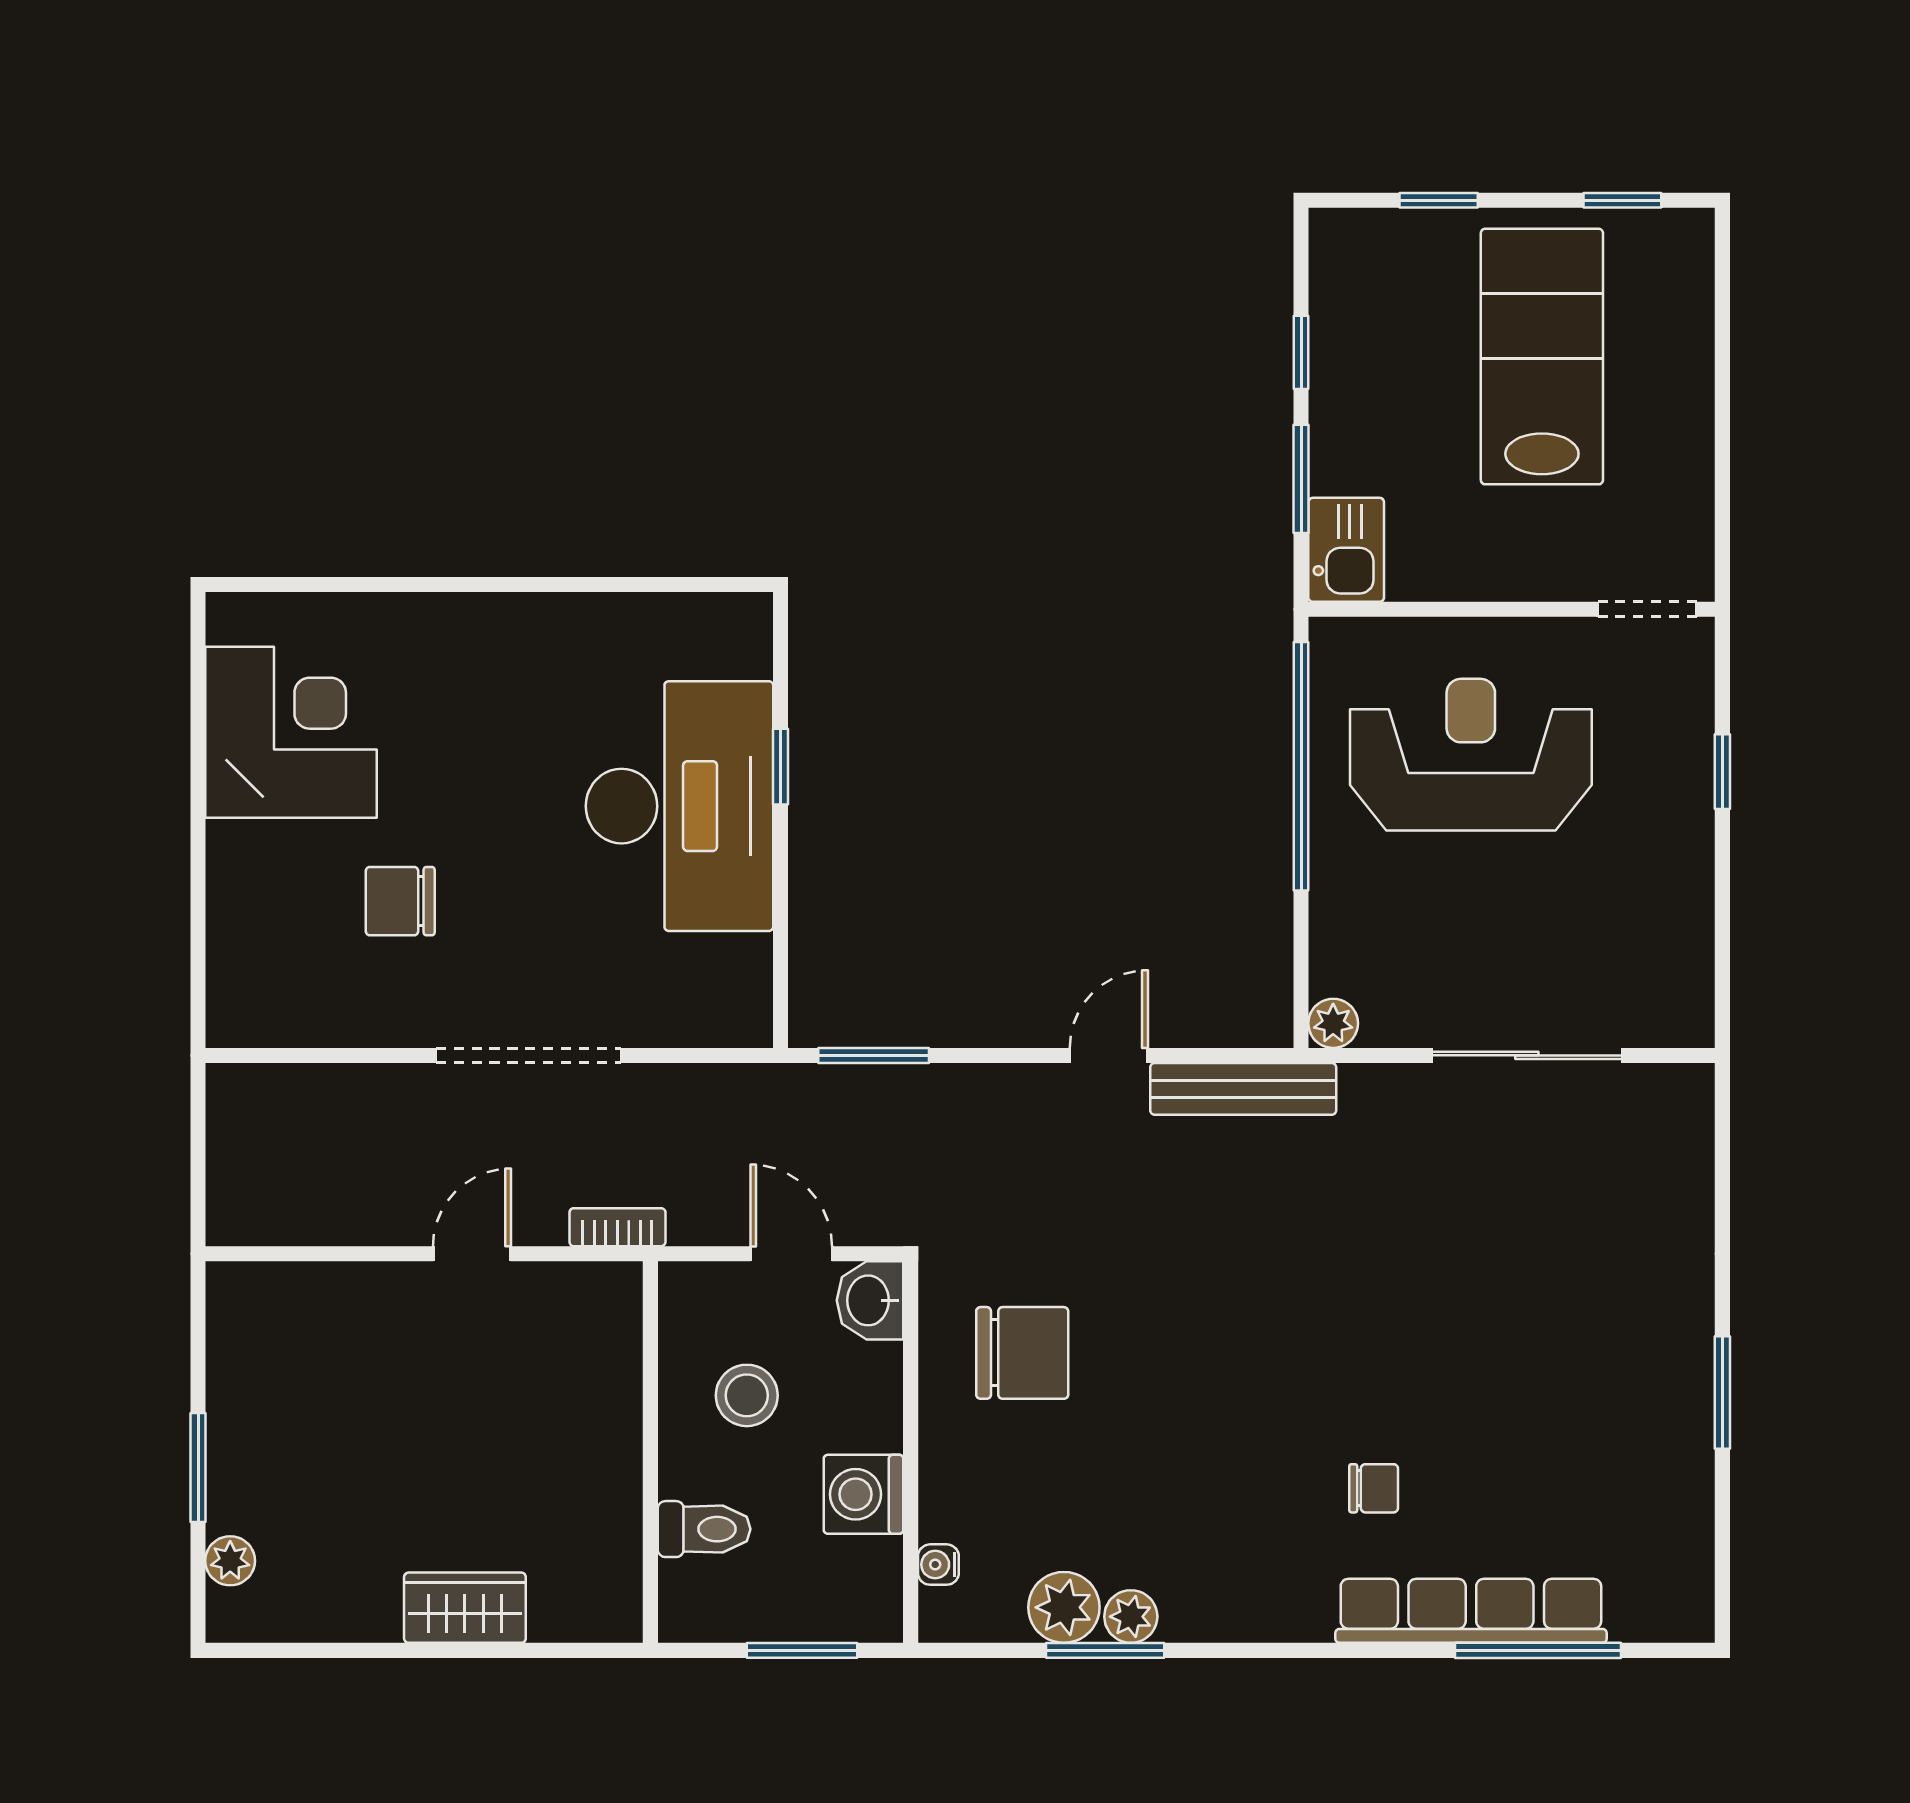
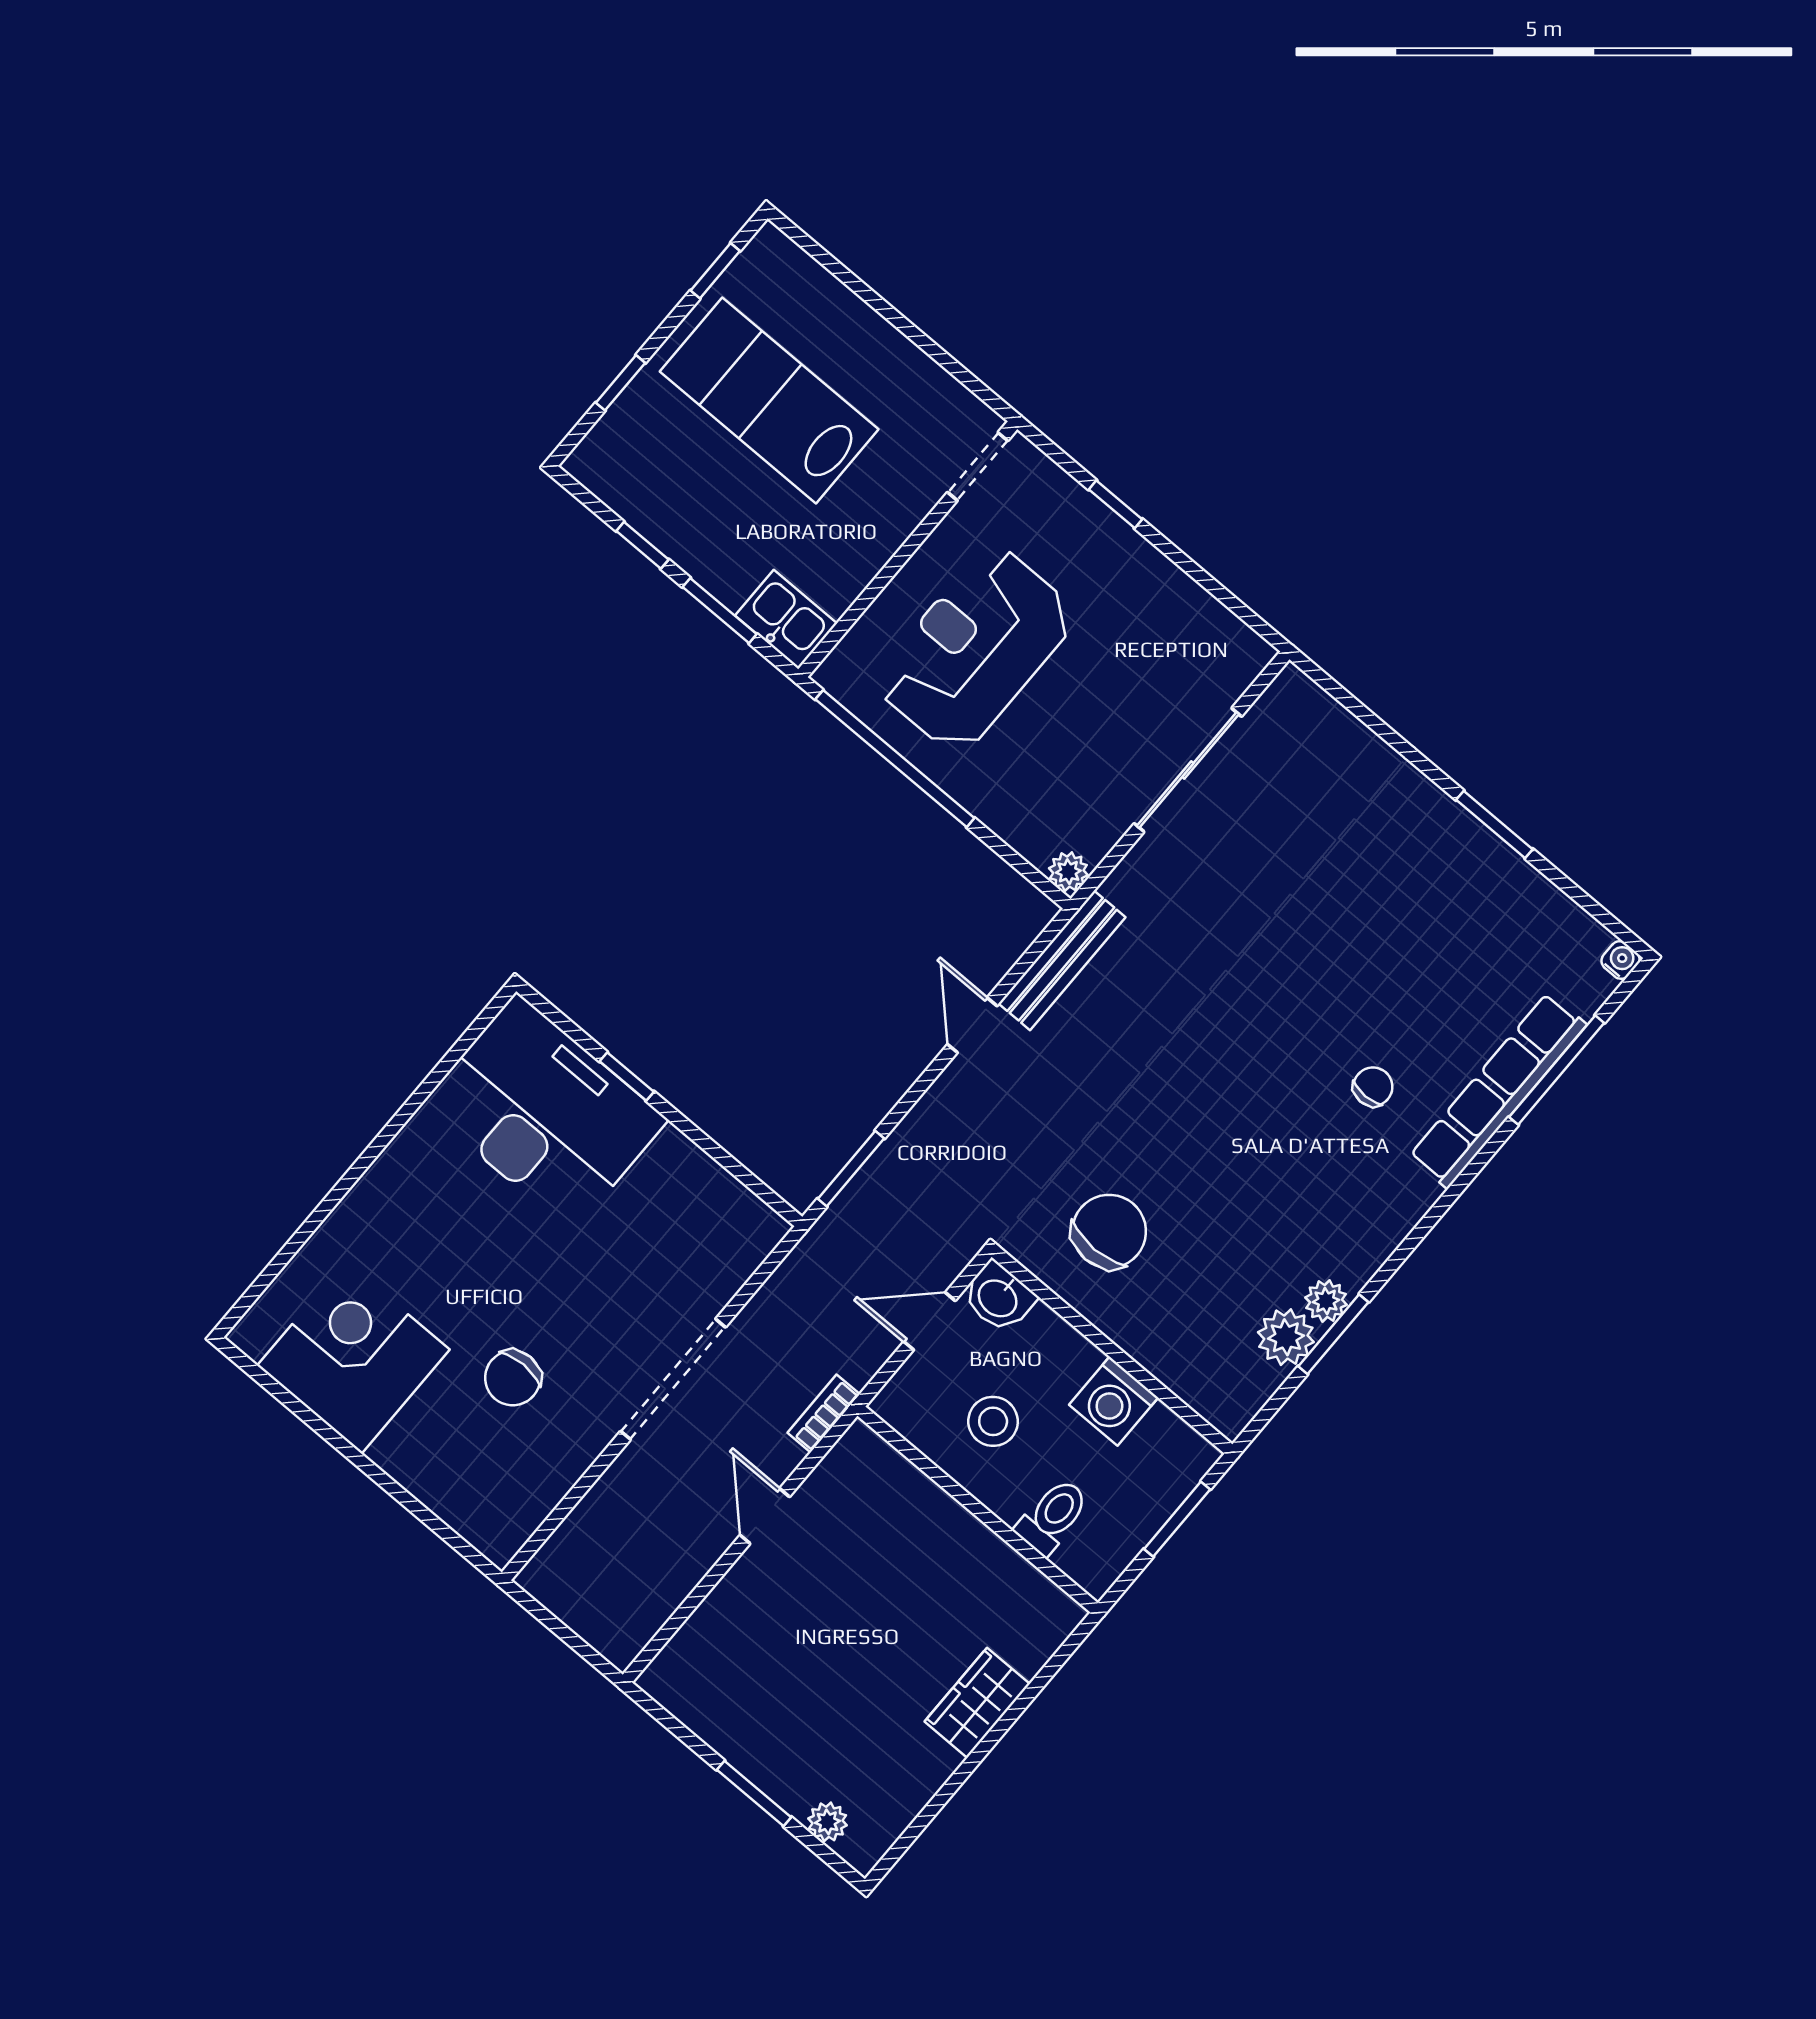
desk: (679, 806) -> (544, 1113), moved
water cooler: (938, 1565) -> (1620, 960), moved, turned 180

